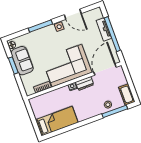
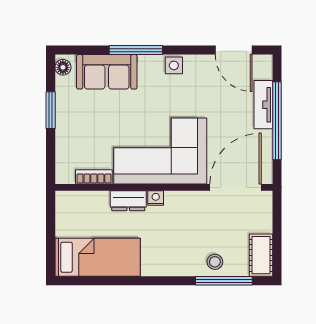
door: (73, 14) -> (234, 50), moved
sofa: (22, 61) -> (107, 72), moved, turned 90
dresser: (85, 83) -> (128, 201), moved

